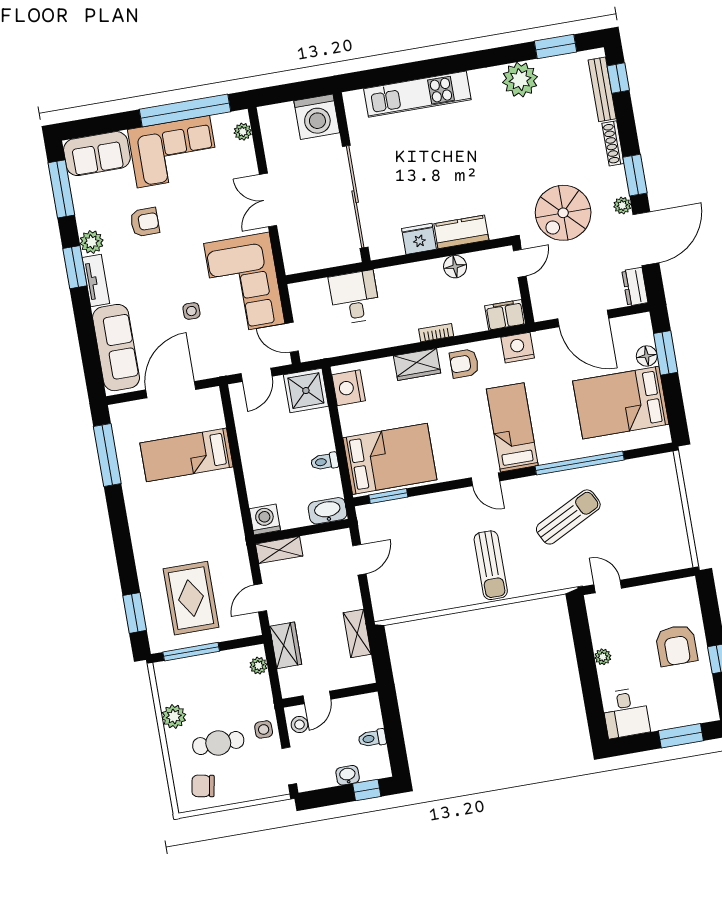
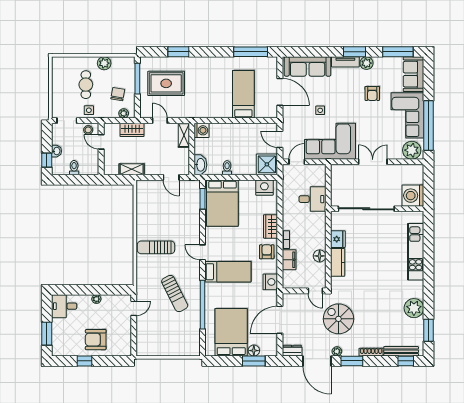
plant: (243, 132) -> (412, 150), width x1.88, depth x1.88
filing cabinet: (505, 315) -> (289, 260), moved
door: (485, 479) -> (203, 252), hinge flipped
window: (135, 613) -> (178, 52), moved
chair: (203, 786) -> (118, 94), moved

